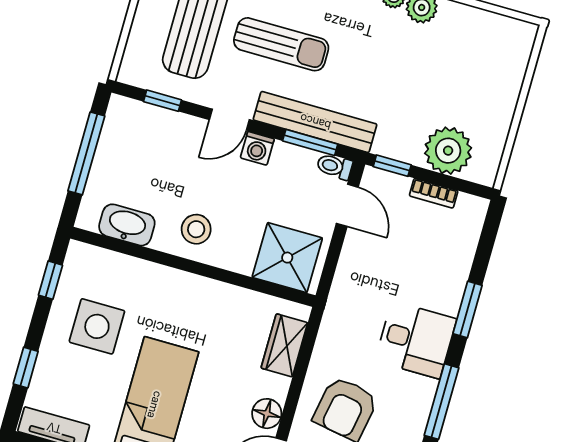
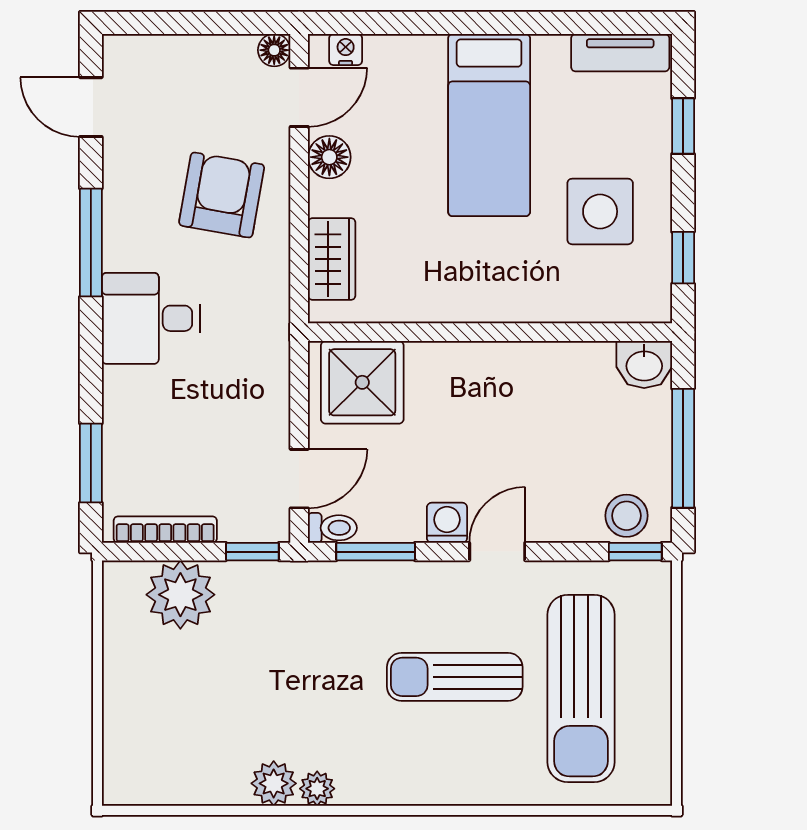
window: (162, 101) -> (635, 552), moved
bench: (315, 122) -> (377, 582), removed
bookcase: (434, 193) -> (165, 530), width x1.56
door: (347, 205) -> (299, 479), swing flipped
washbasin: (127, 225) -> (644, 365), moved, width x0.72
stool: (196, 229) -> (627, 516), moved
window: (468, 309) -> (91, 463), moved

